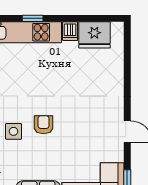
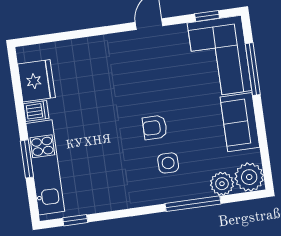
window: (33, 18) -> (27, 159), width x1.50

